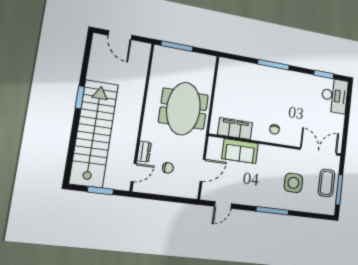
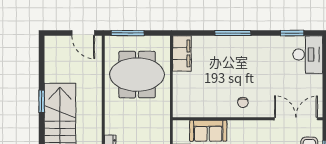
door: (120, 35) -> (83, 33), moved
meeting table: (184, 109) -> (137, 75), moved, turned 90
filing cabinet: (235, 129) -> (182, 53), moved, turned 90

